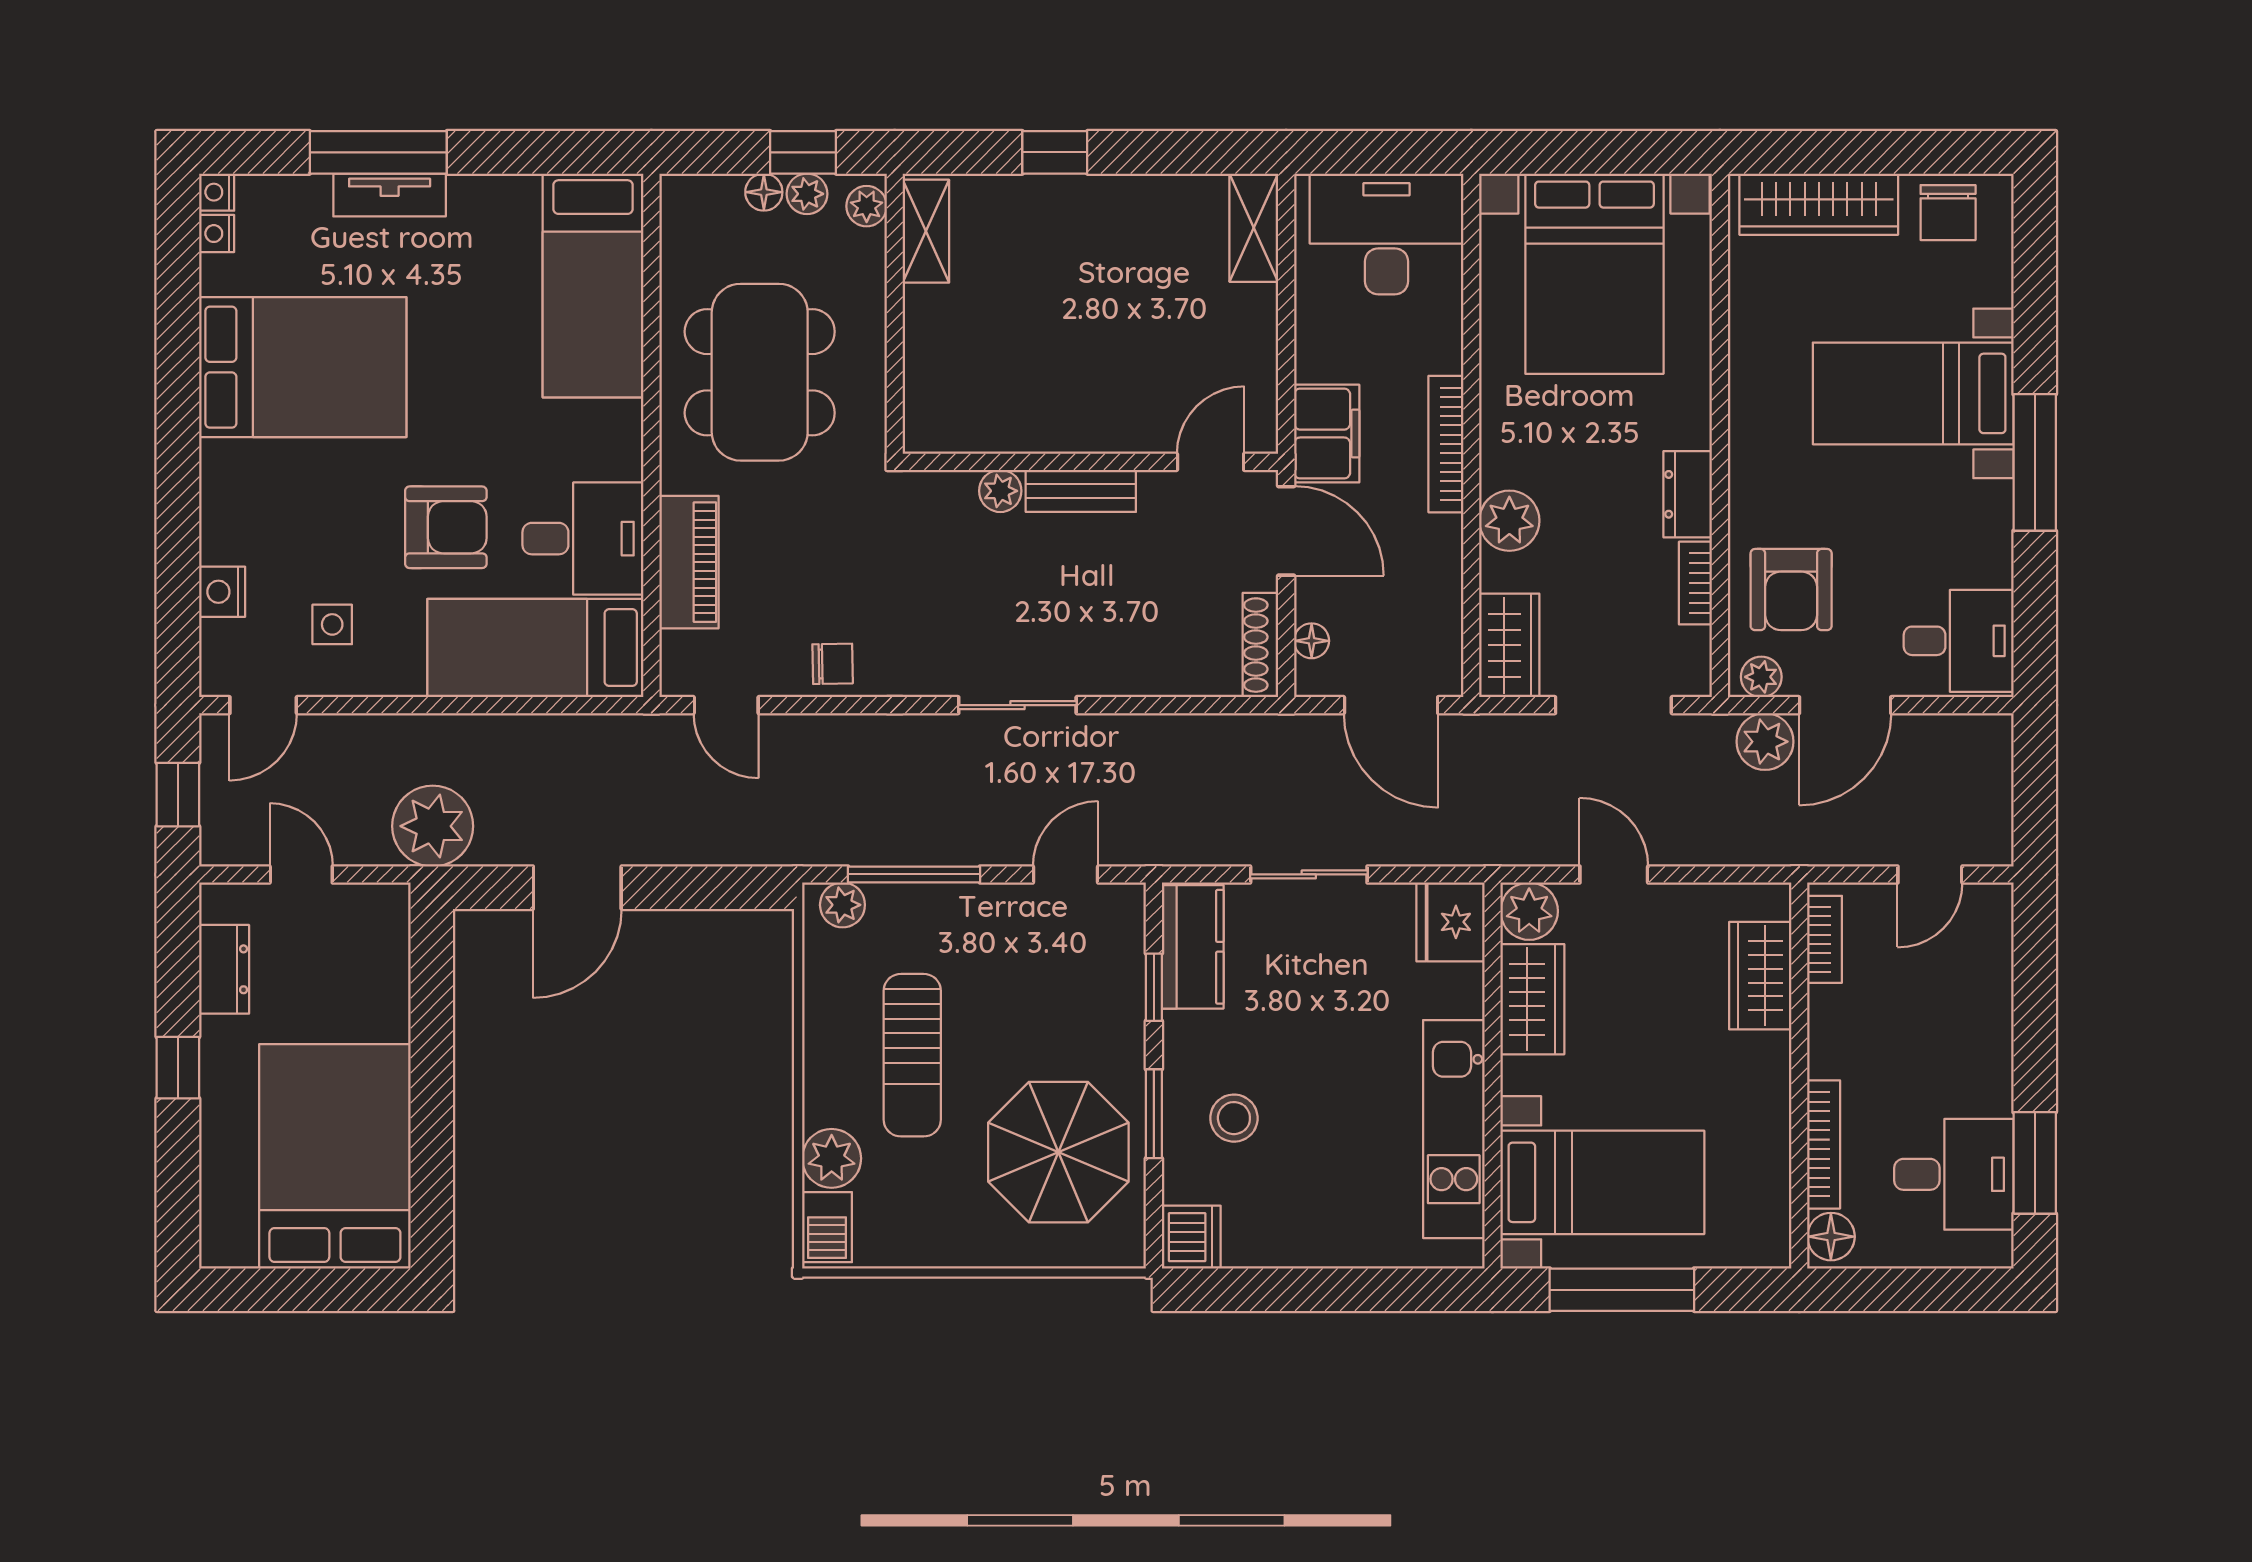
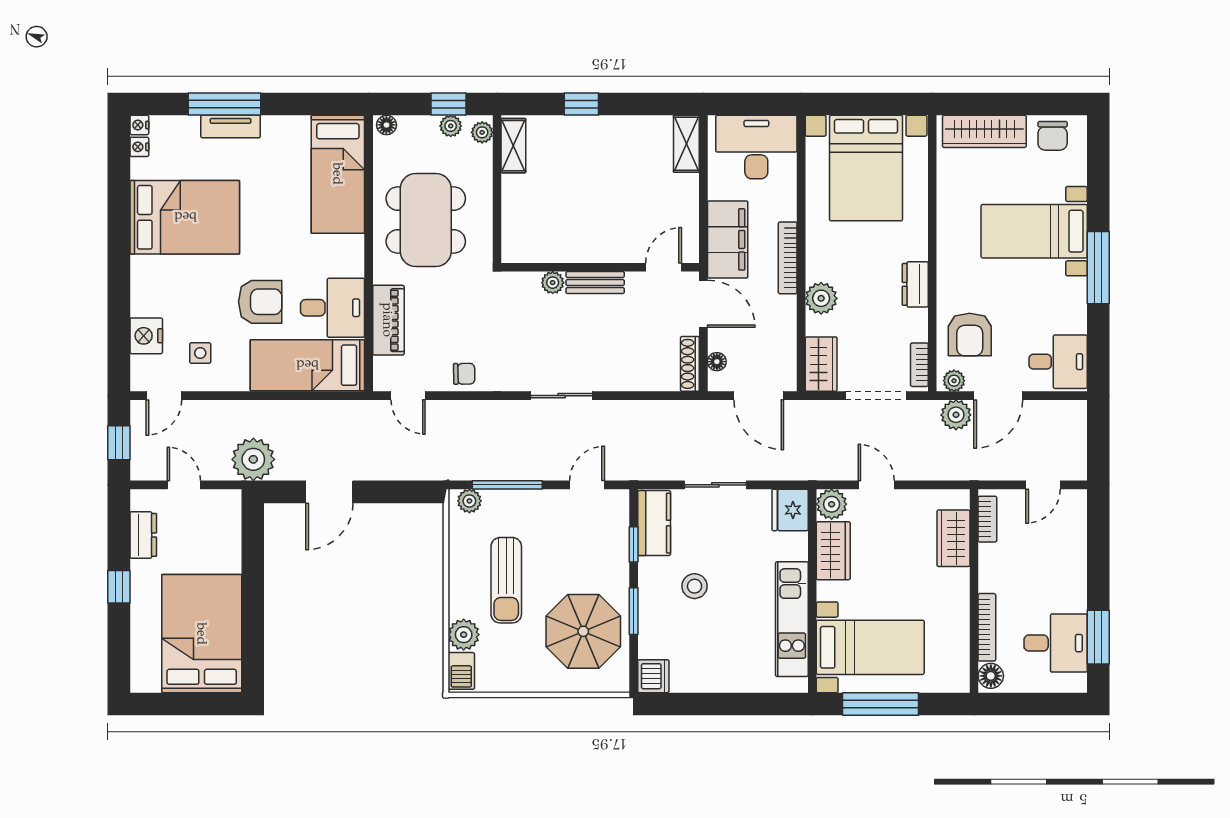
floor lamp: (764, 192) -> (386, 125), moved
filing cabinet: (1327, 434) -> (728, 239), width x1.50, depth x1.17
bookcase: (1695, 583) -> (919, 365), moved
nightstand: (222, 592) -> (146, 336), width x1.36, depth x1.33
stool: (1234, 1118) -> (695, 586), moved

